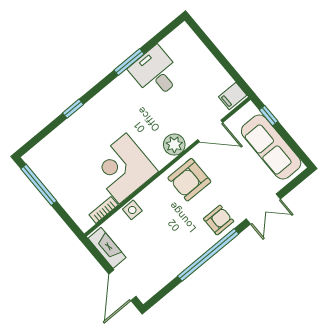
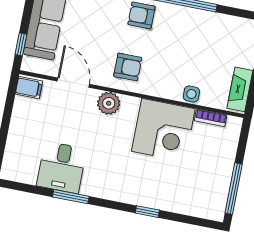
armchair: (189, 180) -> (128, 67), width x0.72, depth x0.72

